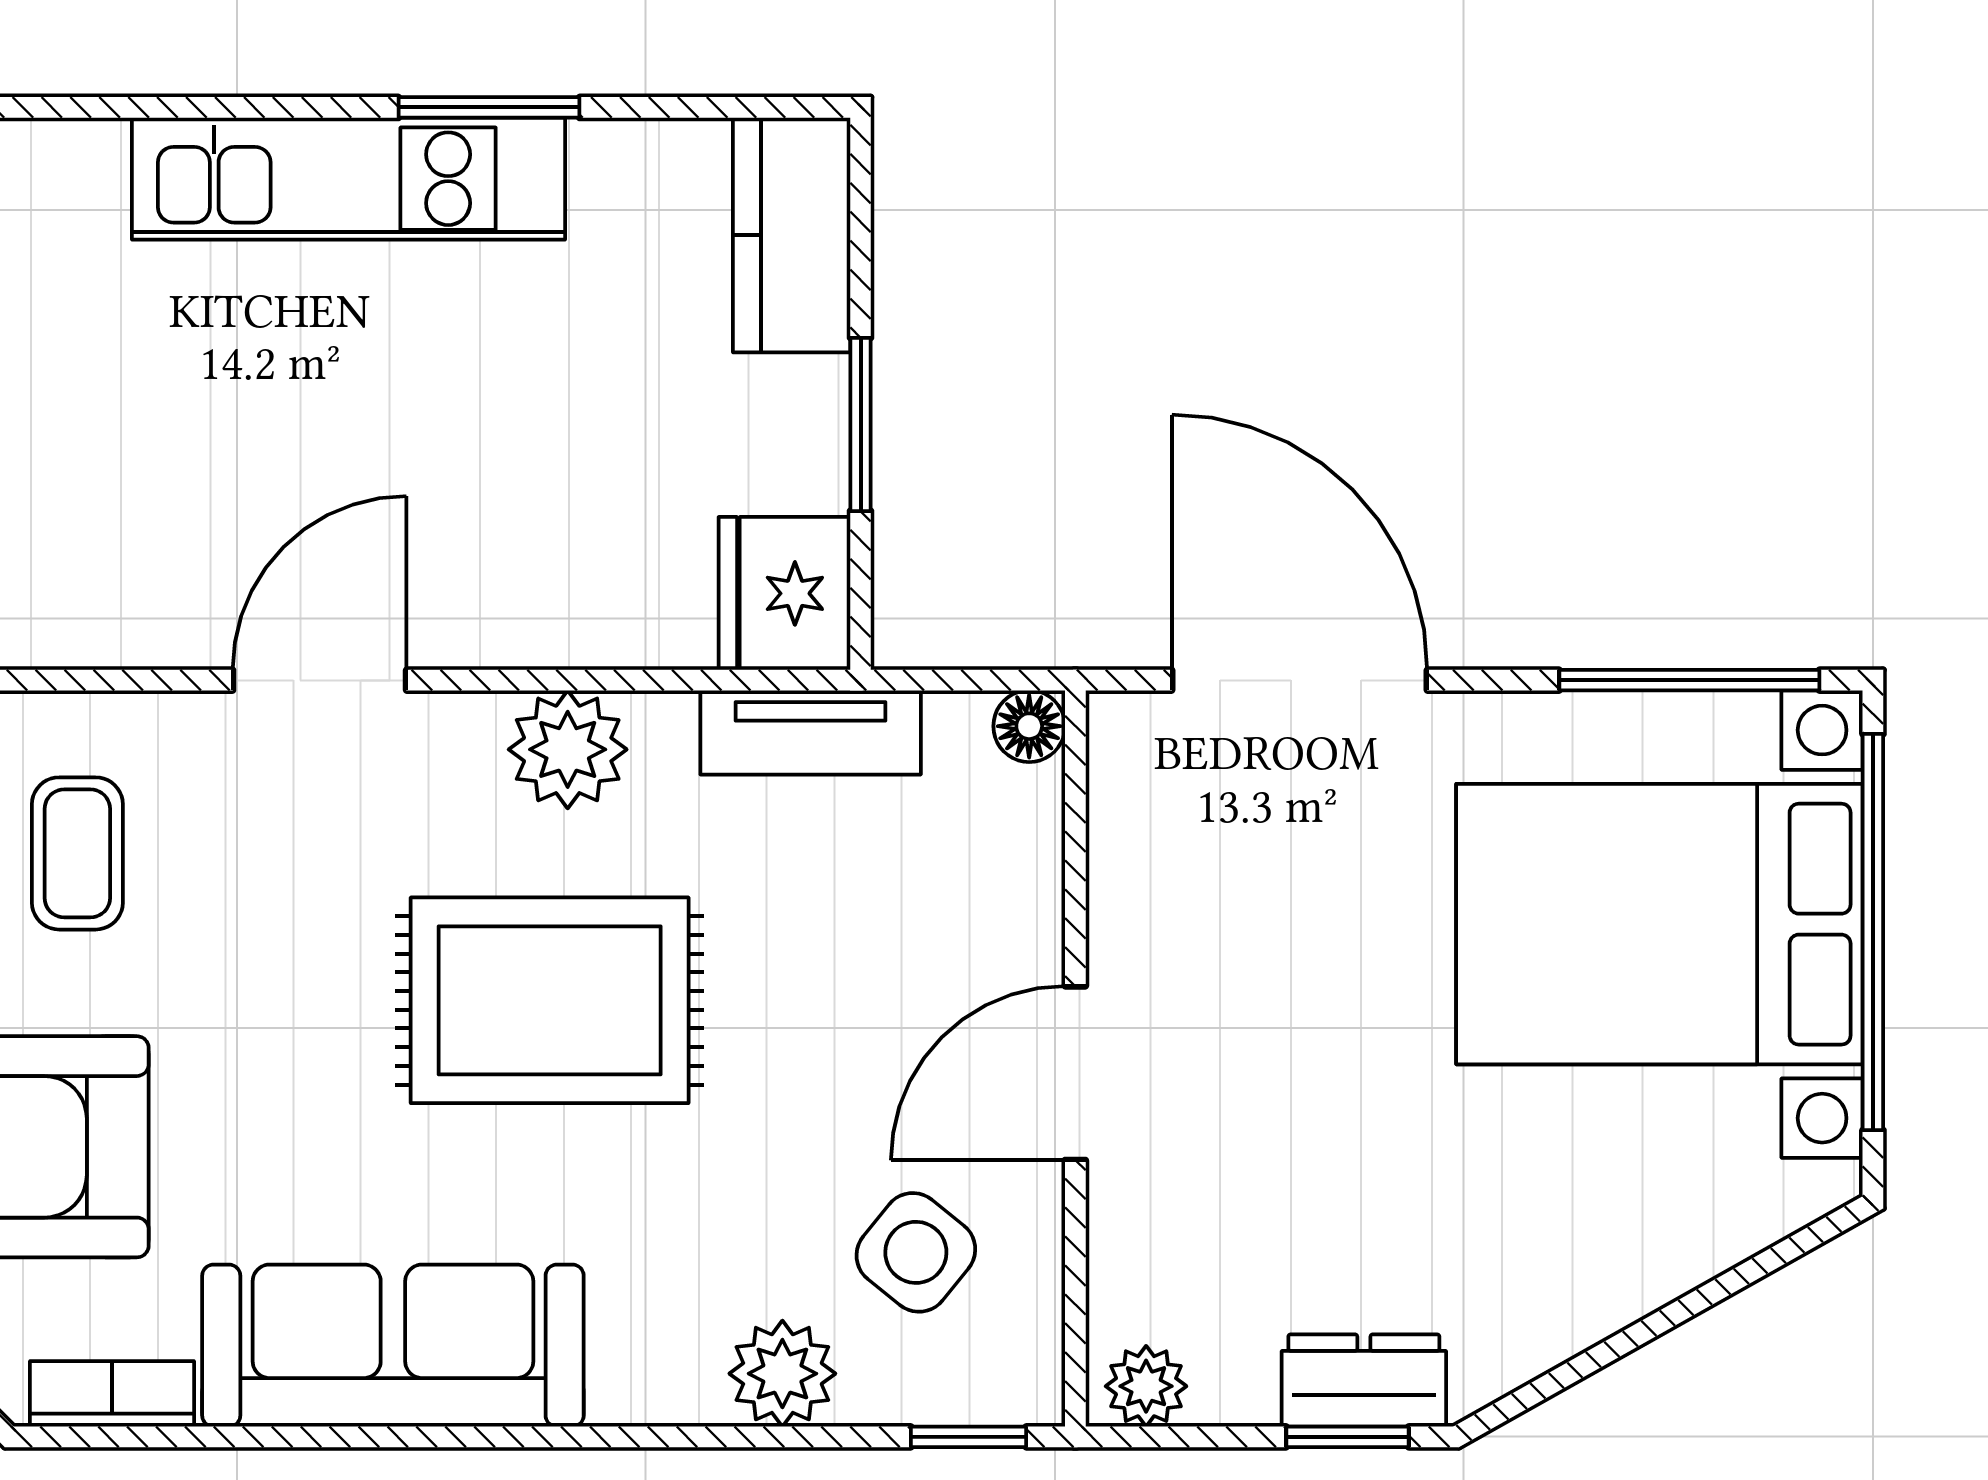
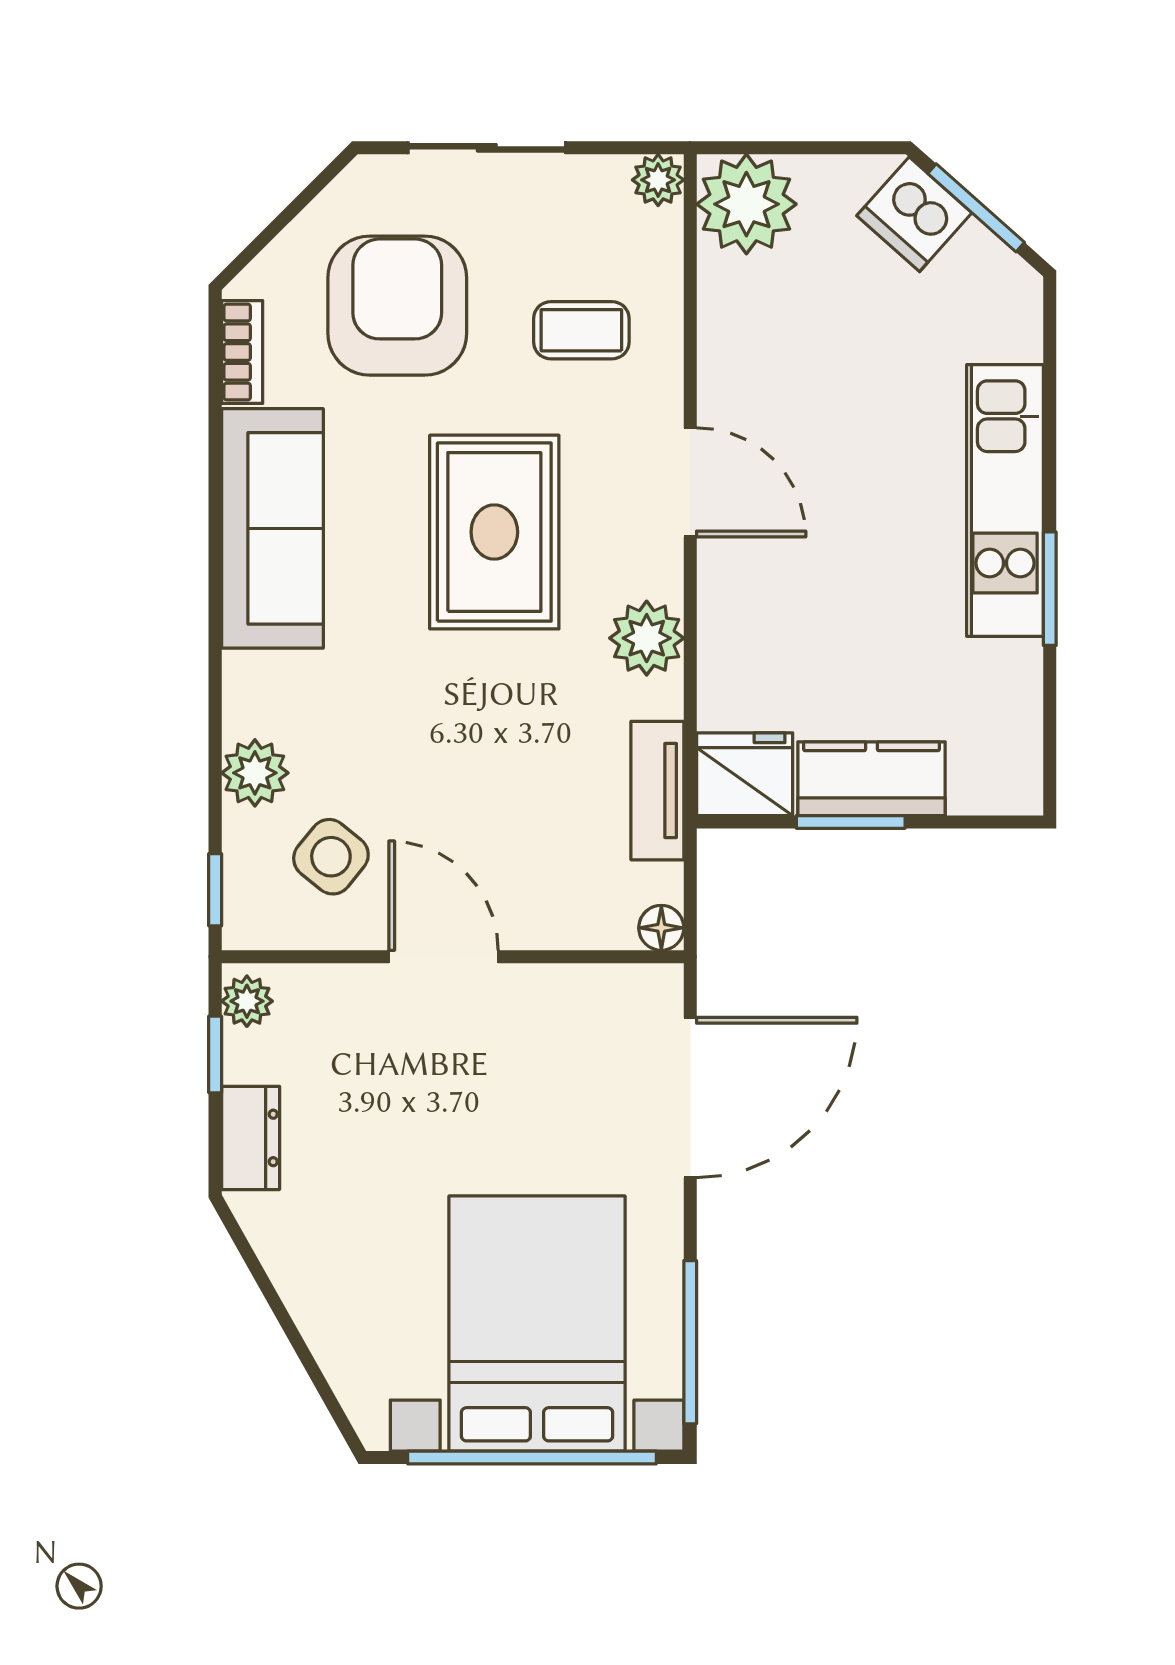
kitchen counter: (792, 235) -> (871, 779), moved
rug: (550, 1000) -> (494, 532), moved
window: (1347, 1437) -> (215, 1054), moved

